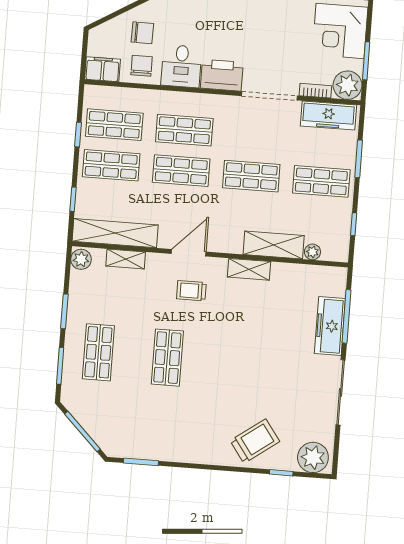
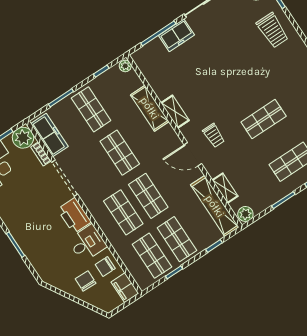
plant: (312, 252) -> (125, 66), moved
freezer: (330, 326) -> (176, 35), width x0.71
trolley: (255, 441) -> (273, 30), turned -144

